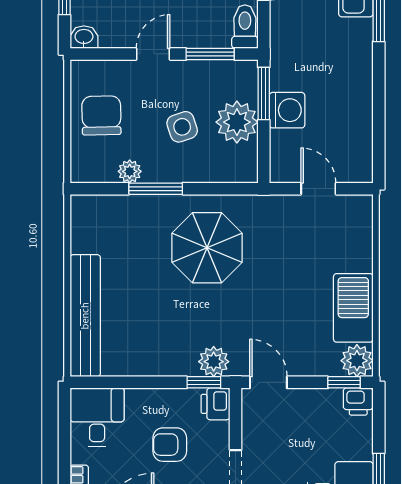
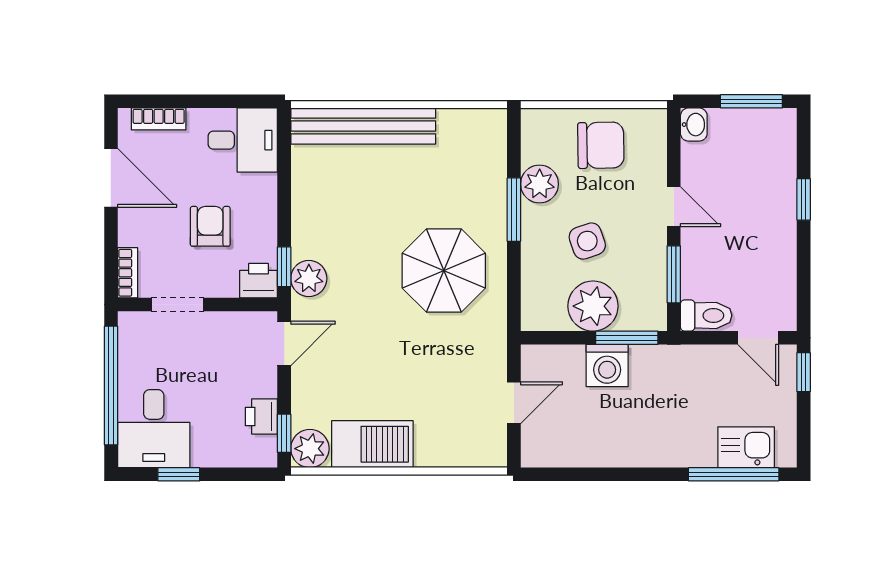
plant: (130, 171) -> (540, 184), width x1.38, depth x1.38
printer: (358, 401) -> (261, 416), moved

